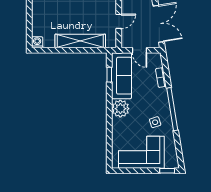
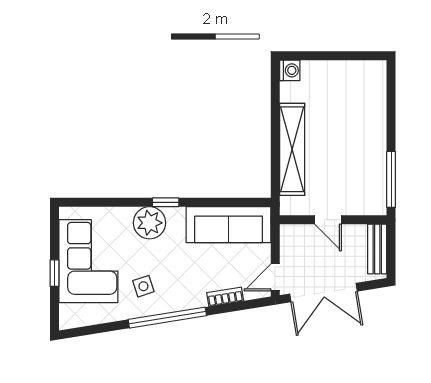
door: (139, 50) -> (275, 277), moved
window: (109, 75) -> (166, 202), moved
plant: (120, 109) -> (150, 223), moved
window: (167, 171) -> (54, 273), moved

